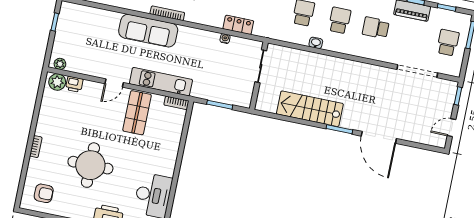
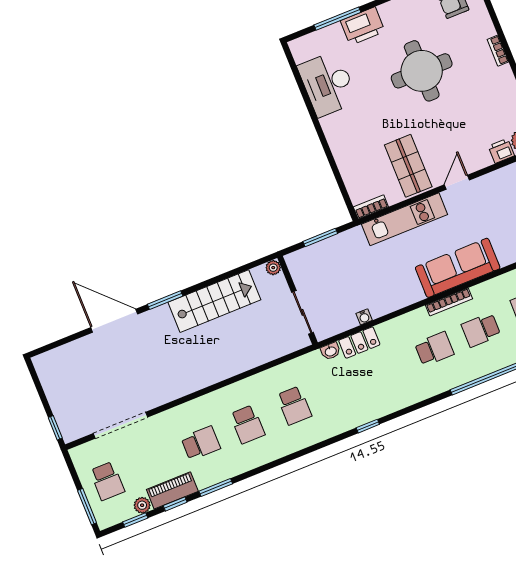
plant: (436, 14) -> (142, 505), added
washbasin: (316, 43) -> (331, 351), moved
plant: (260, 105) -> (273, 268), added
door: (452, 128) -> (39, 387), removed

